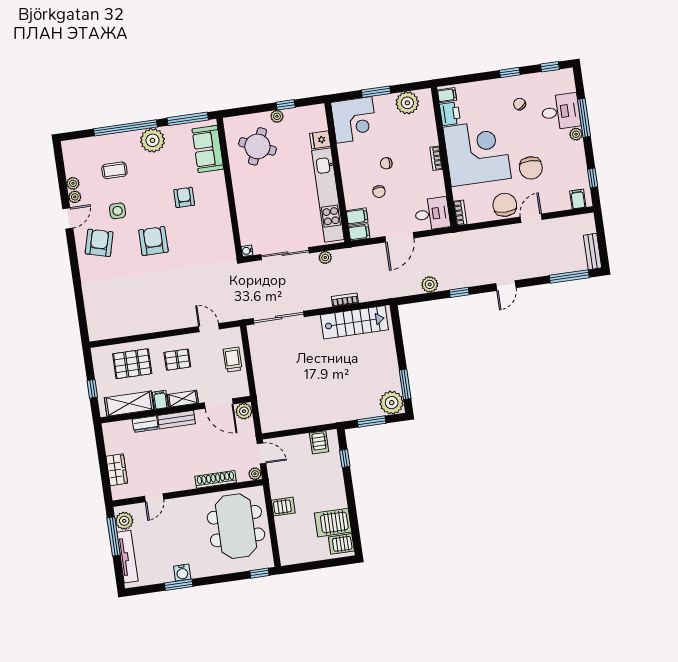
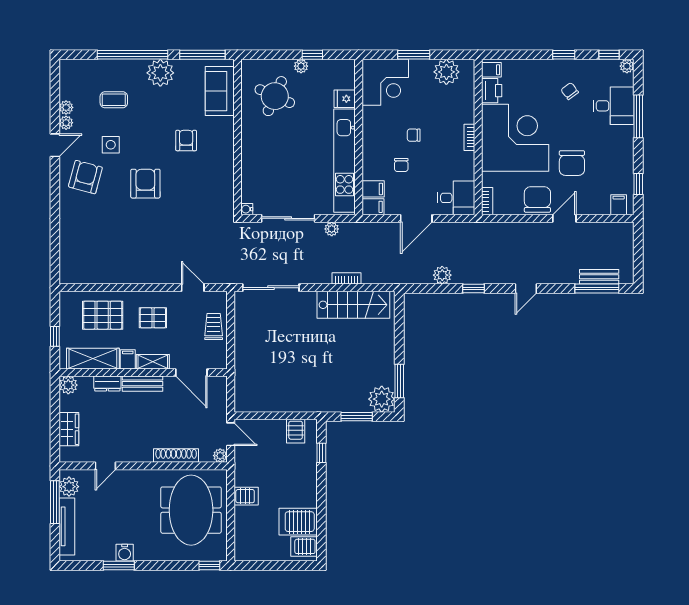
plant: (576, 134) -> (627, 66), moved
bench: (592, 251) -> (599, 277), moved, turned 90
plant: (244, 411) -> (68, 385), moved

